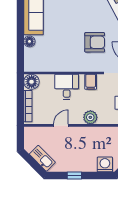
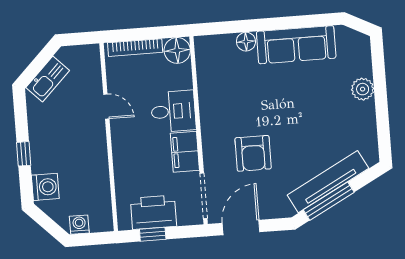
filing cabinet: (91, 82) -> (185, 152), width x2.00
plant: (90, 117) -> (124, 156), removed
window: (74, 175) -> (24, 154), moved

